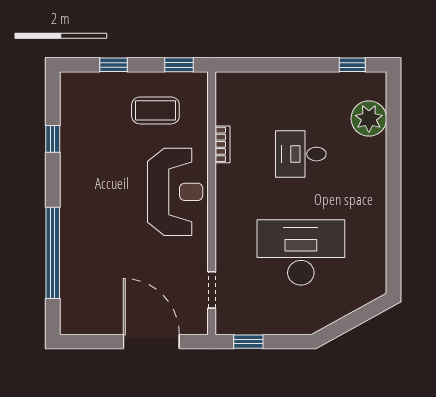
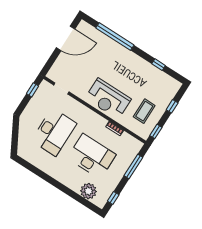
window: (270, 65) -> (133, 166), added
desk: (301, 154) -> (92, 156), width x1.87, depth x1.30
door: (151, 342) -> (66, 38), moved

